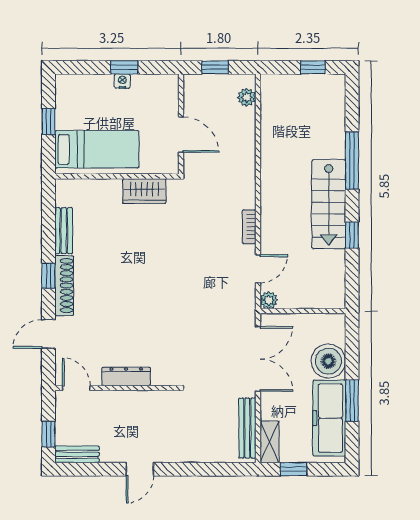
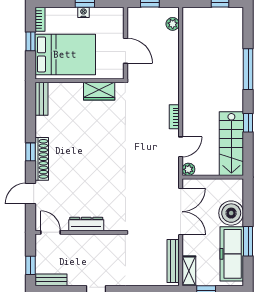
bookcase: (62, 91) -> (40, 19), added
bed: (97, 149) -> (65, 54), width x1.50
stairs: (329, 204) -> (231, 144), moved
bench: (64, 231) -> (41, 99), moved

